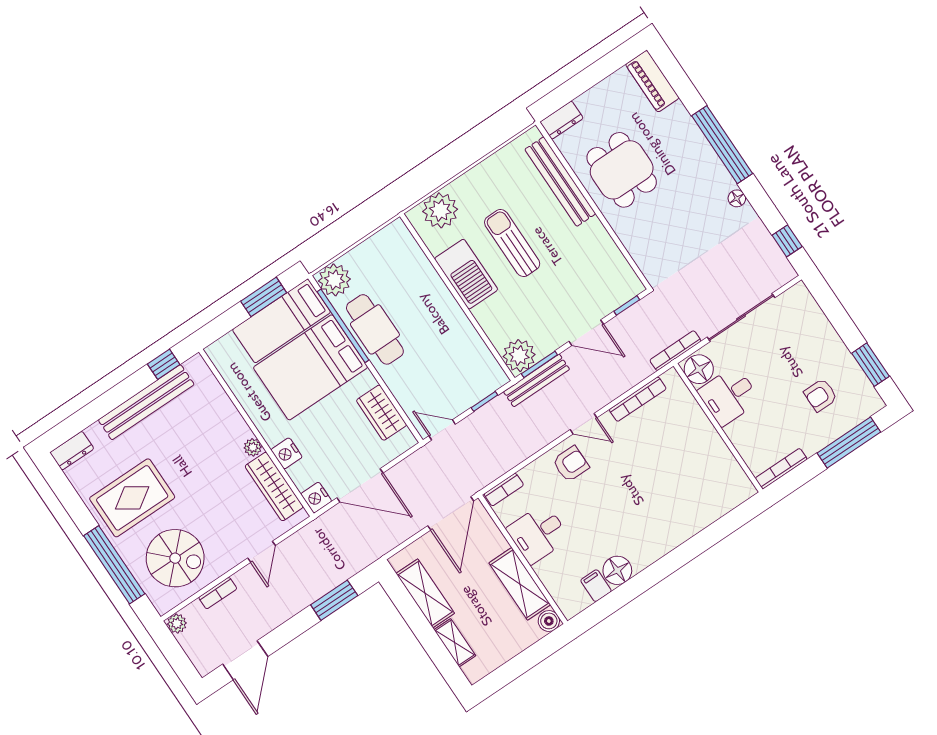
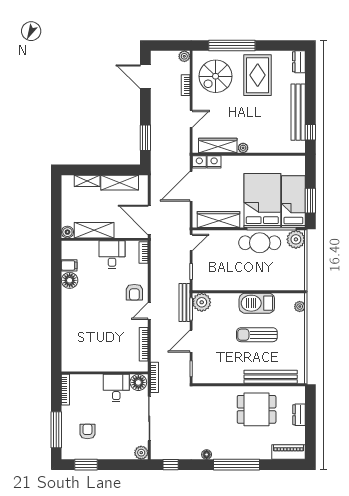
dresser: (562, 120) -> (299, 415), moved
plant: (440, 210) -> (300, 307), width x0.53, depth x0.53
sun lounger: (512, 243) -> (257, 335), turned 180
plant: (799, 296) -> (141, 453), added
wardrobe: (381, 413) -> (219, 219), width x1.50
nightstand: (287, 453) -> (214, 162), moved
door: (262, 552) -> (191, 119), swing flipped

